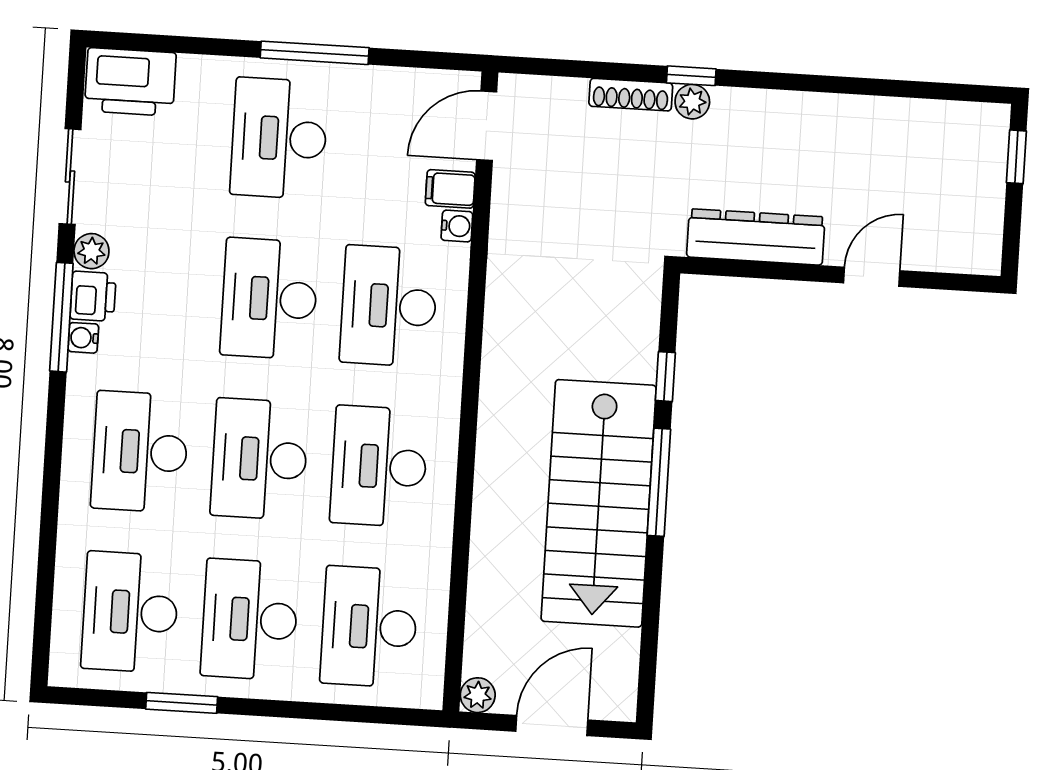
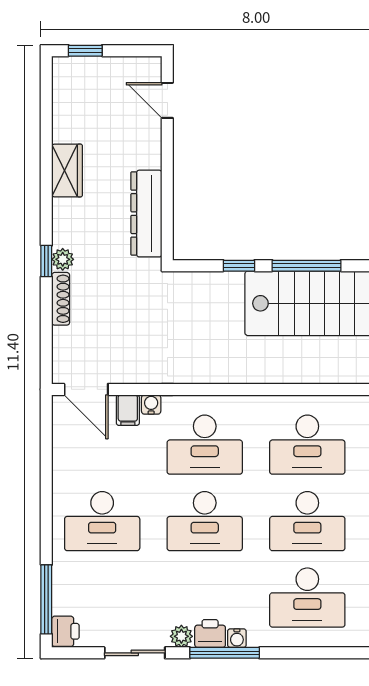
window: (315, 53) -> (46, 599), moved
printer: (130, 82) -> (65, 631), width x0.53, depth x0.68
wardrobe: (831, 117) -> (67, 170), added
door: (872, 277) -> (167, 100), moved

